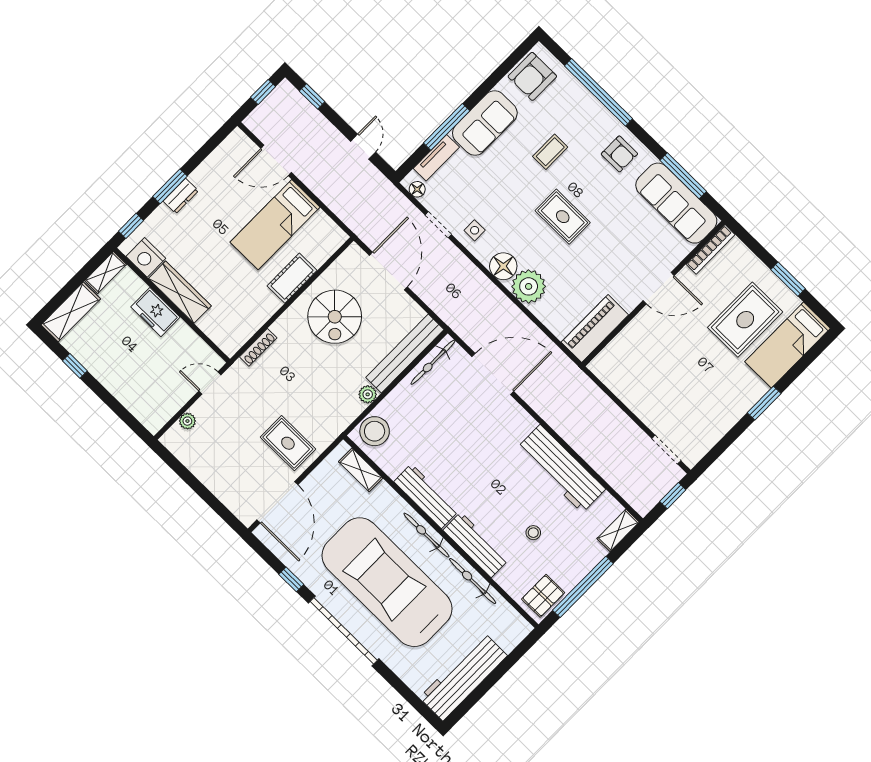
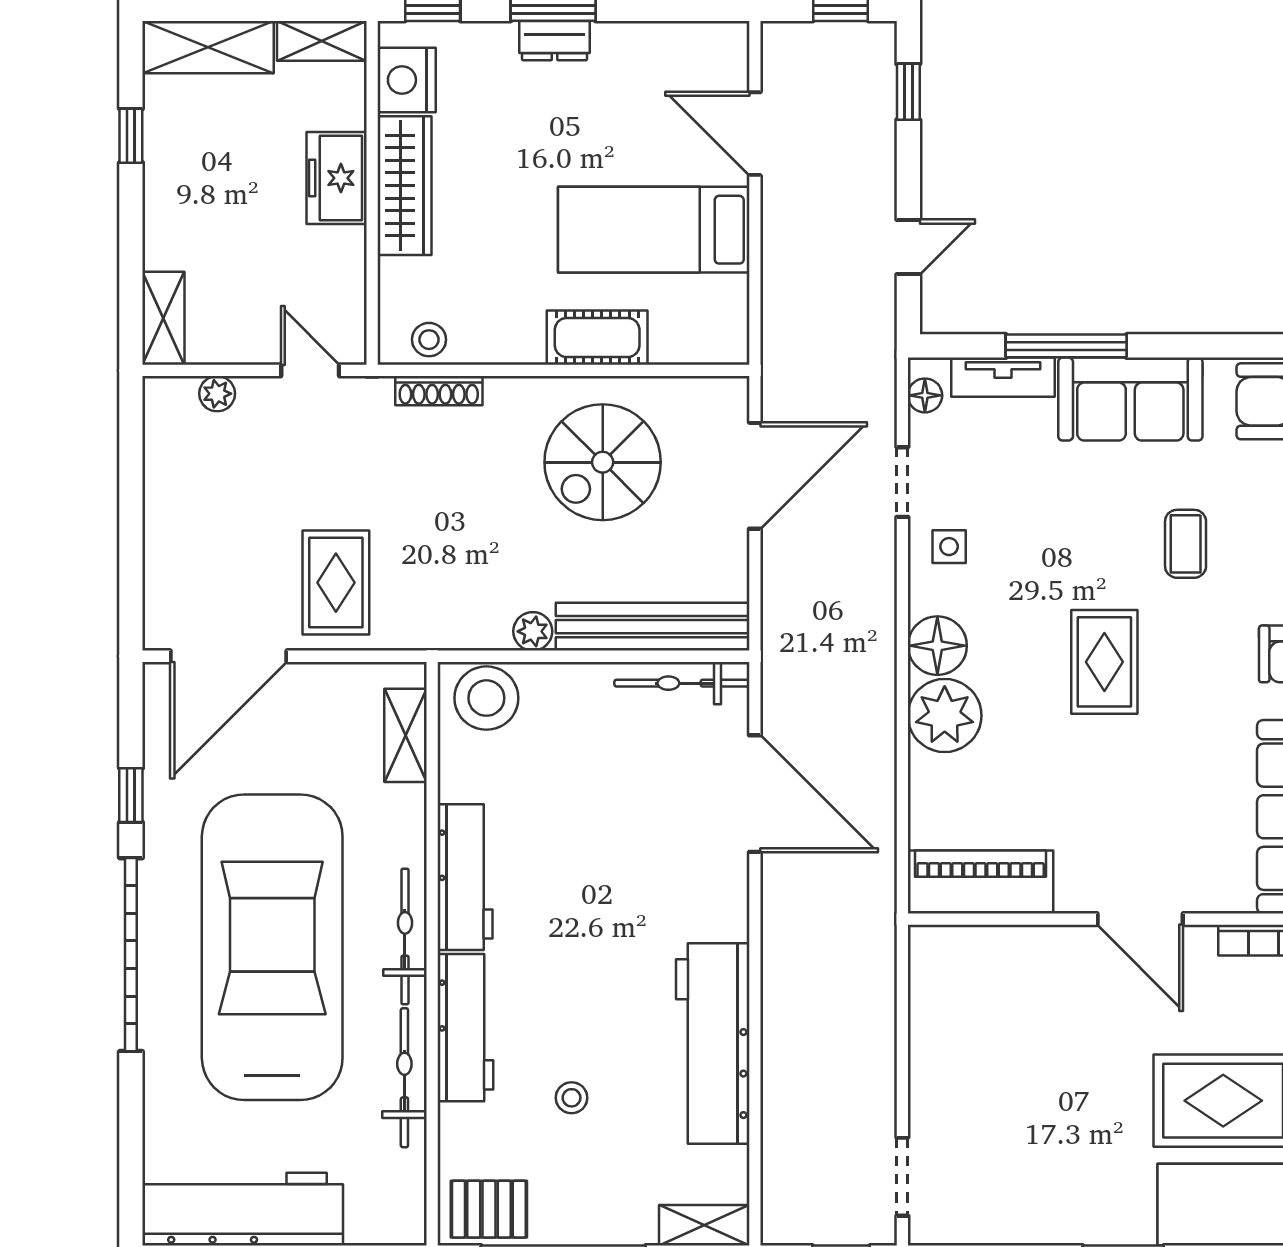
coffee table: (550, 152) -> (1186, 544), turned 90
stool: (238, 334) -> (429, 340), added
shelving: (145, 414) -> (163, 318), added

